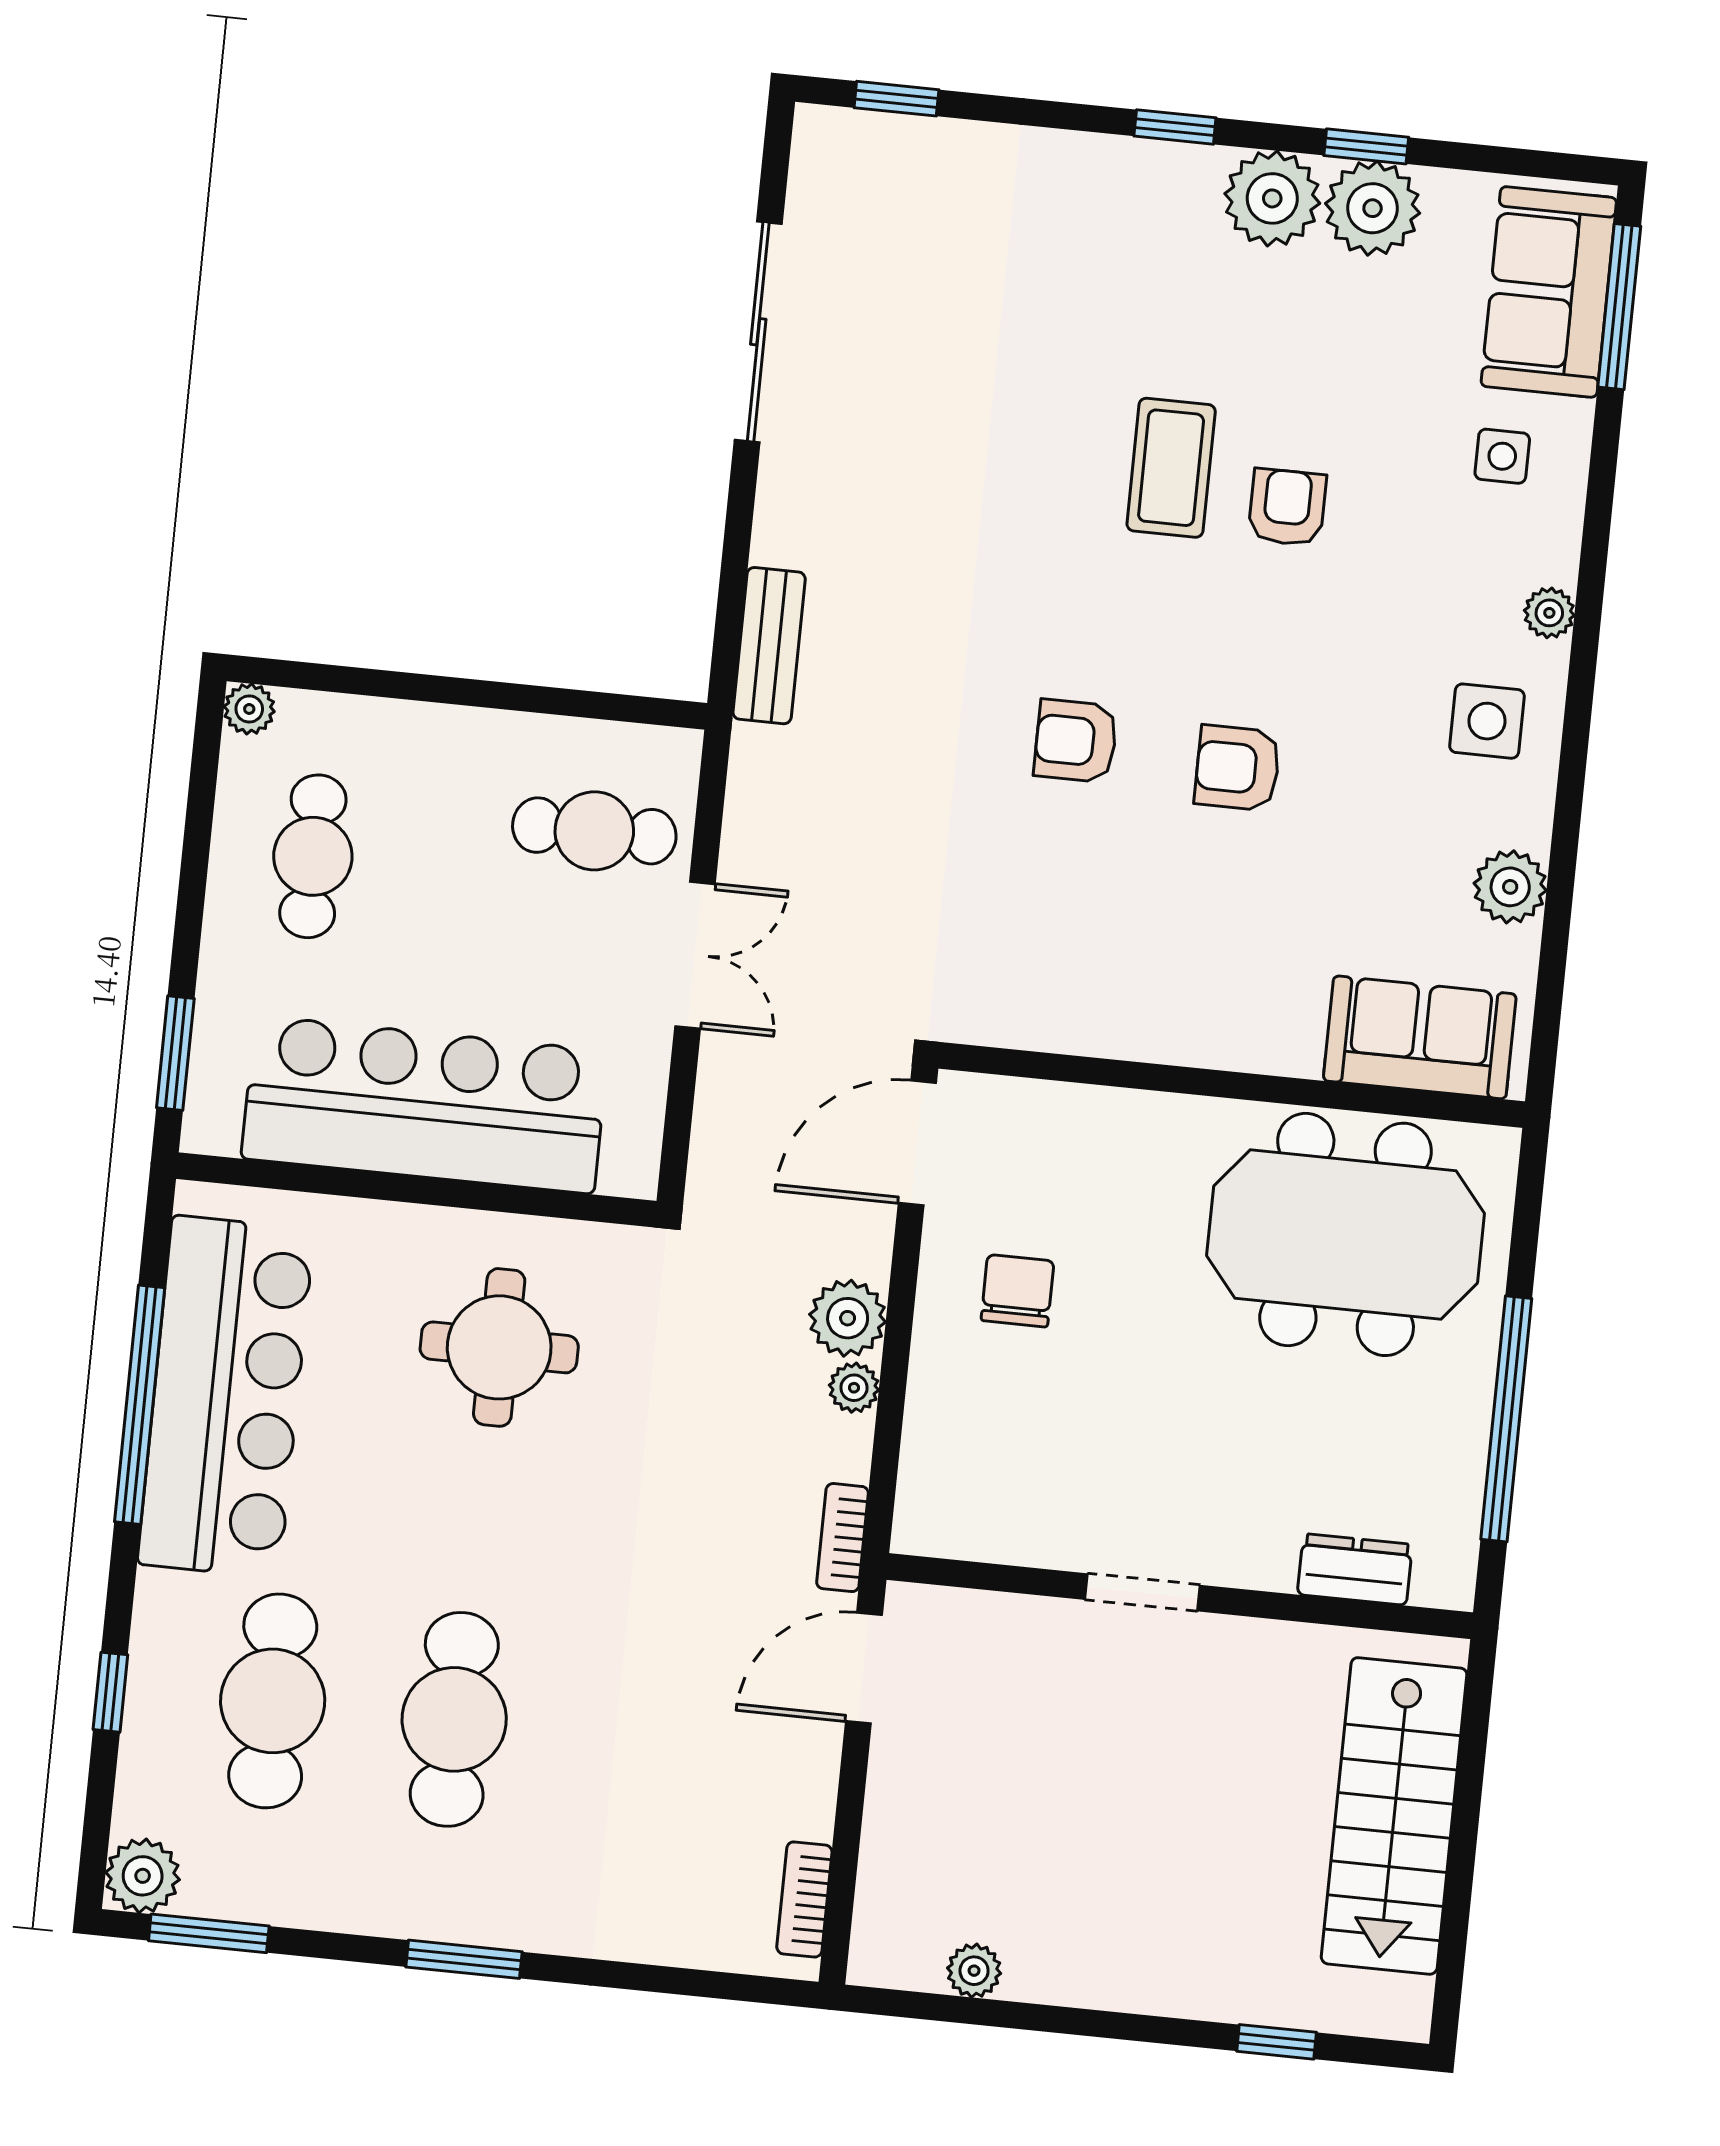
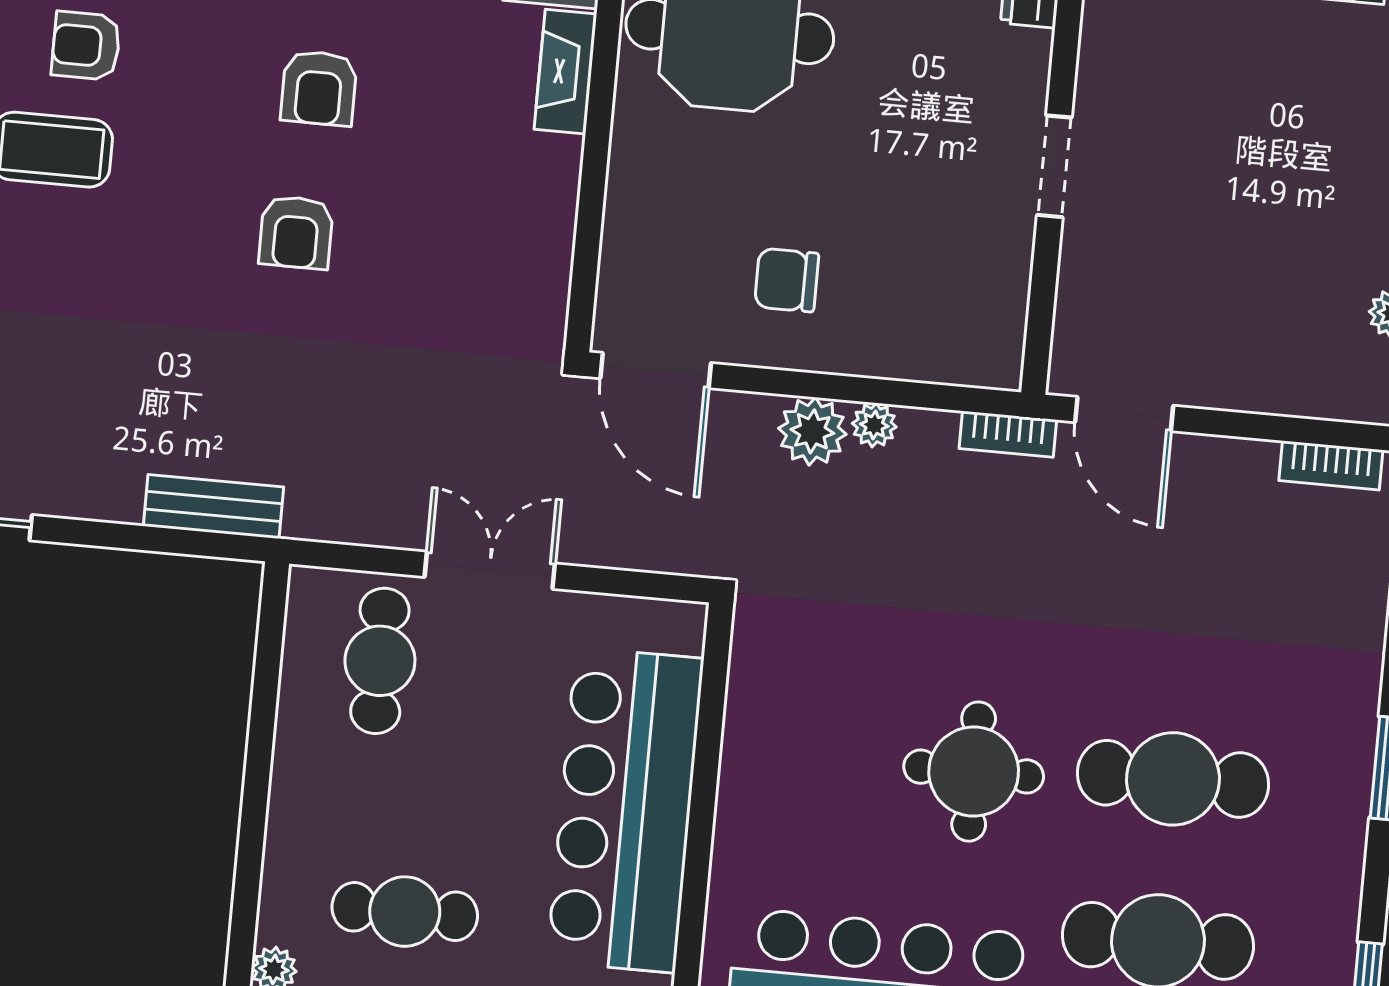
fireplace: (1253, 1045) -> (565, 72), added
round table: (499, 1347) -> (974, 772), moved

